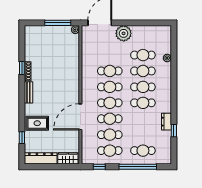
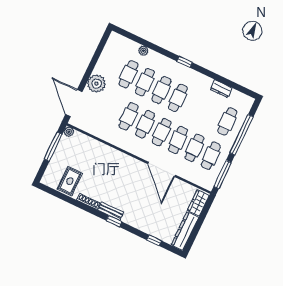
window: (22, 68) -> (114, 221), moved
dresser: (166, 122) -> (221, 89), moved
rug: (37, 123) -> (70, 181), moved
window: (174, 131) -> (185, 62), moved
window: (99, 167) -> (222, 175), width x2.17

